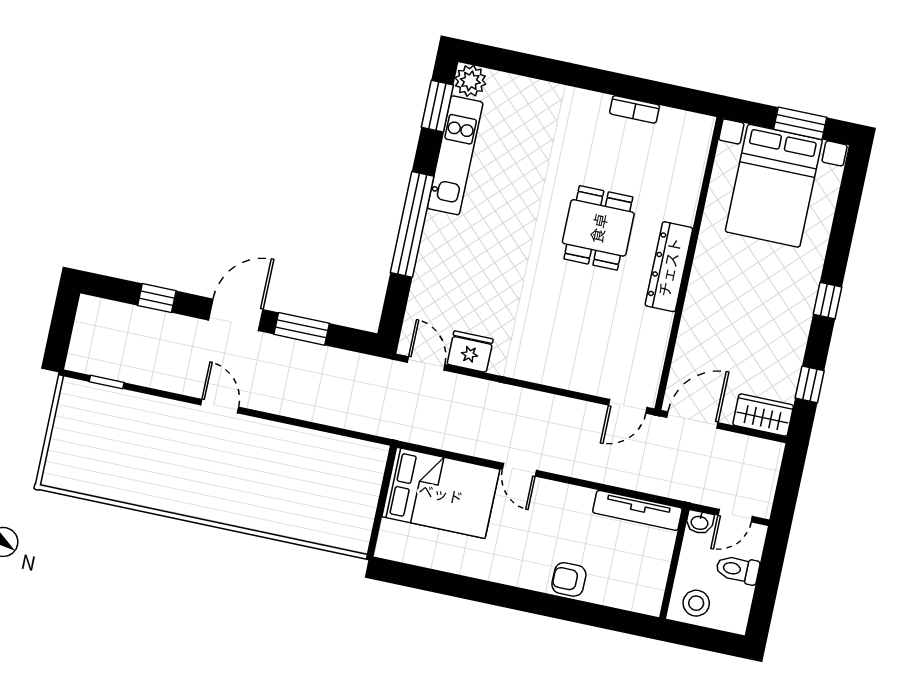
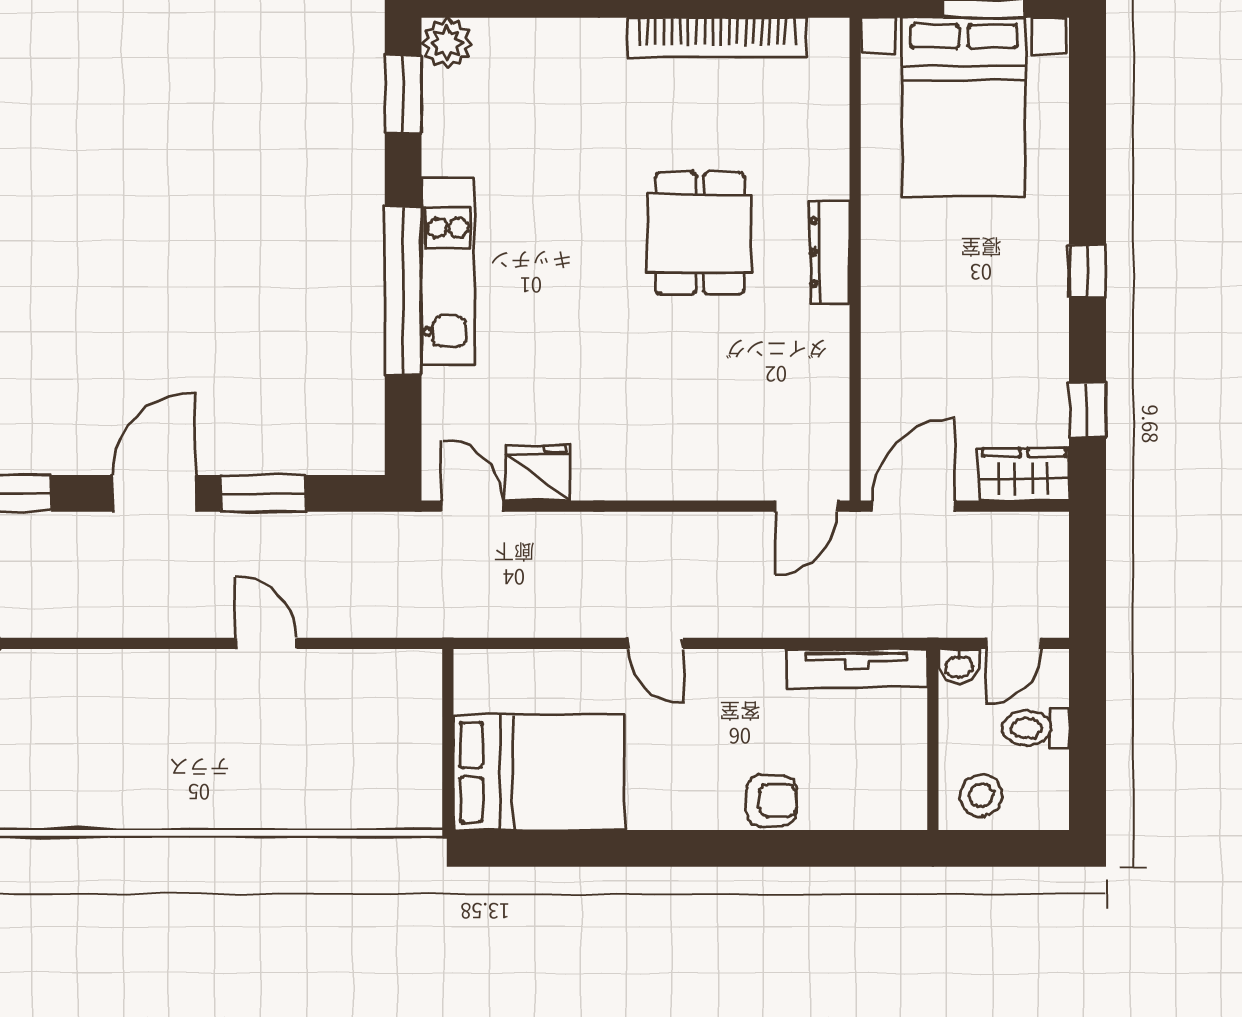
bookcase: (635, 109) -> (717, 38), width x2.31, depth x1.31
kitchen unit: (455, 155) -> (448, 271), moved
dresser: (669, 267) -> (830, 252), width x0.73, depth x0.80
door: (220, 406) -> (266, 643), moved
bed: (441, 493) -> (539, 772), moved
armchair: (569, 579) -> (771, 801), turned 180

